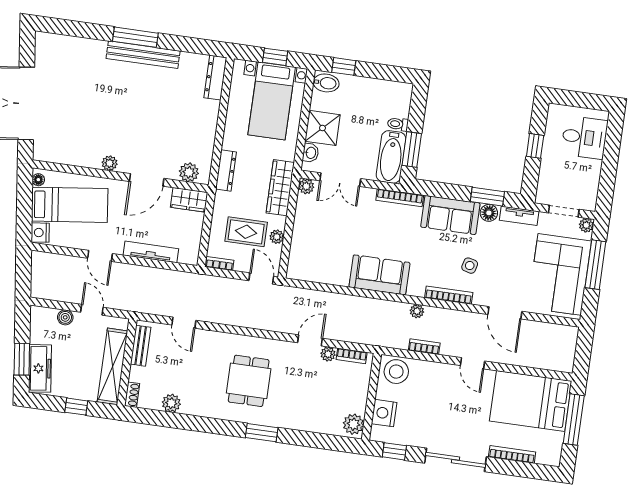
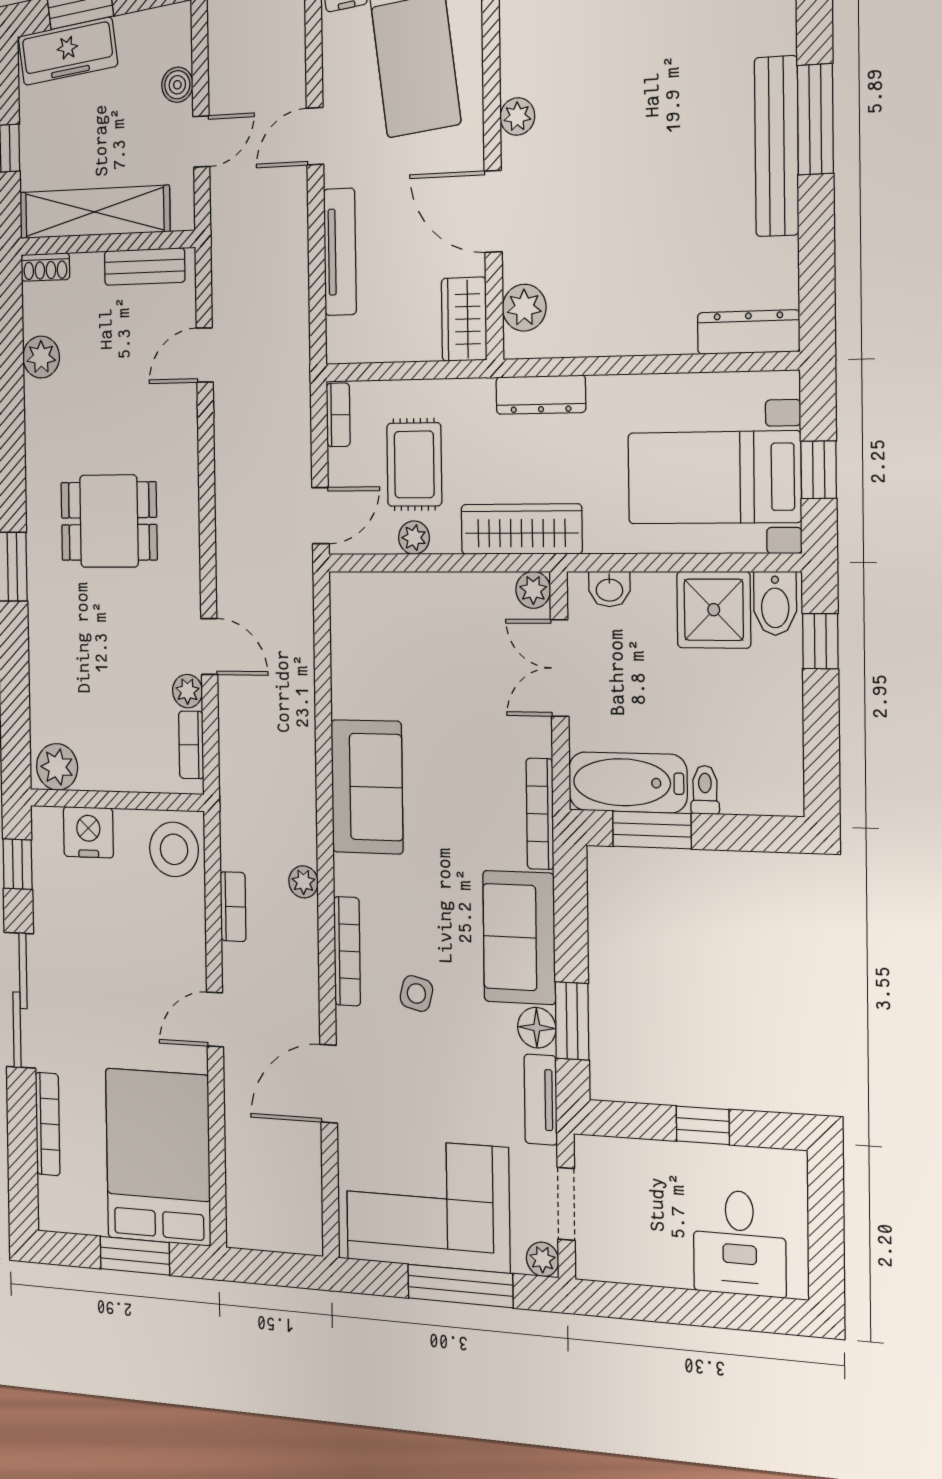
shower: (322, 128) -> (714, 610), moved
window: (574, 420) -> (135, 1256), width x0.69

